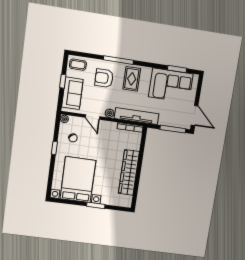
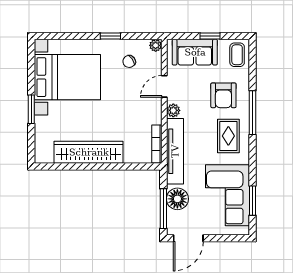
armchair: (104, 78) -> (223, 95), turned 180
rug: (132, 79) -> (228, 136), turned 90
floor lamp: (168, 119) -> (177, 199), added

